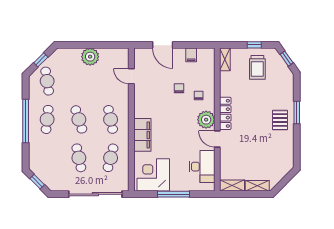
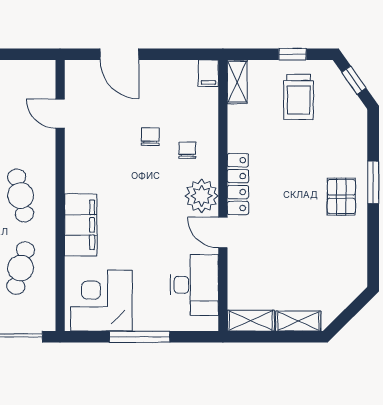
filing cabinet: (191, 55) -> (208, 73), moved

